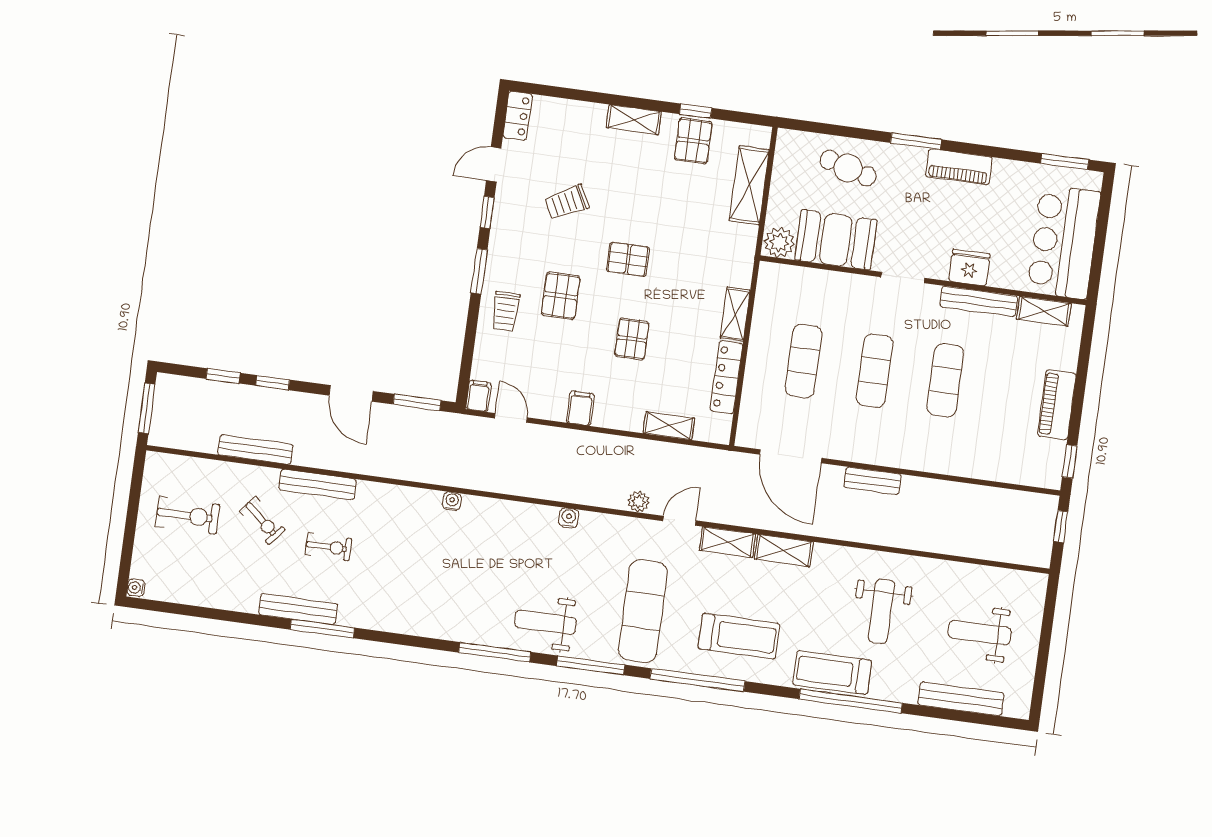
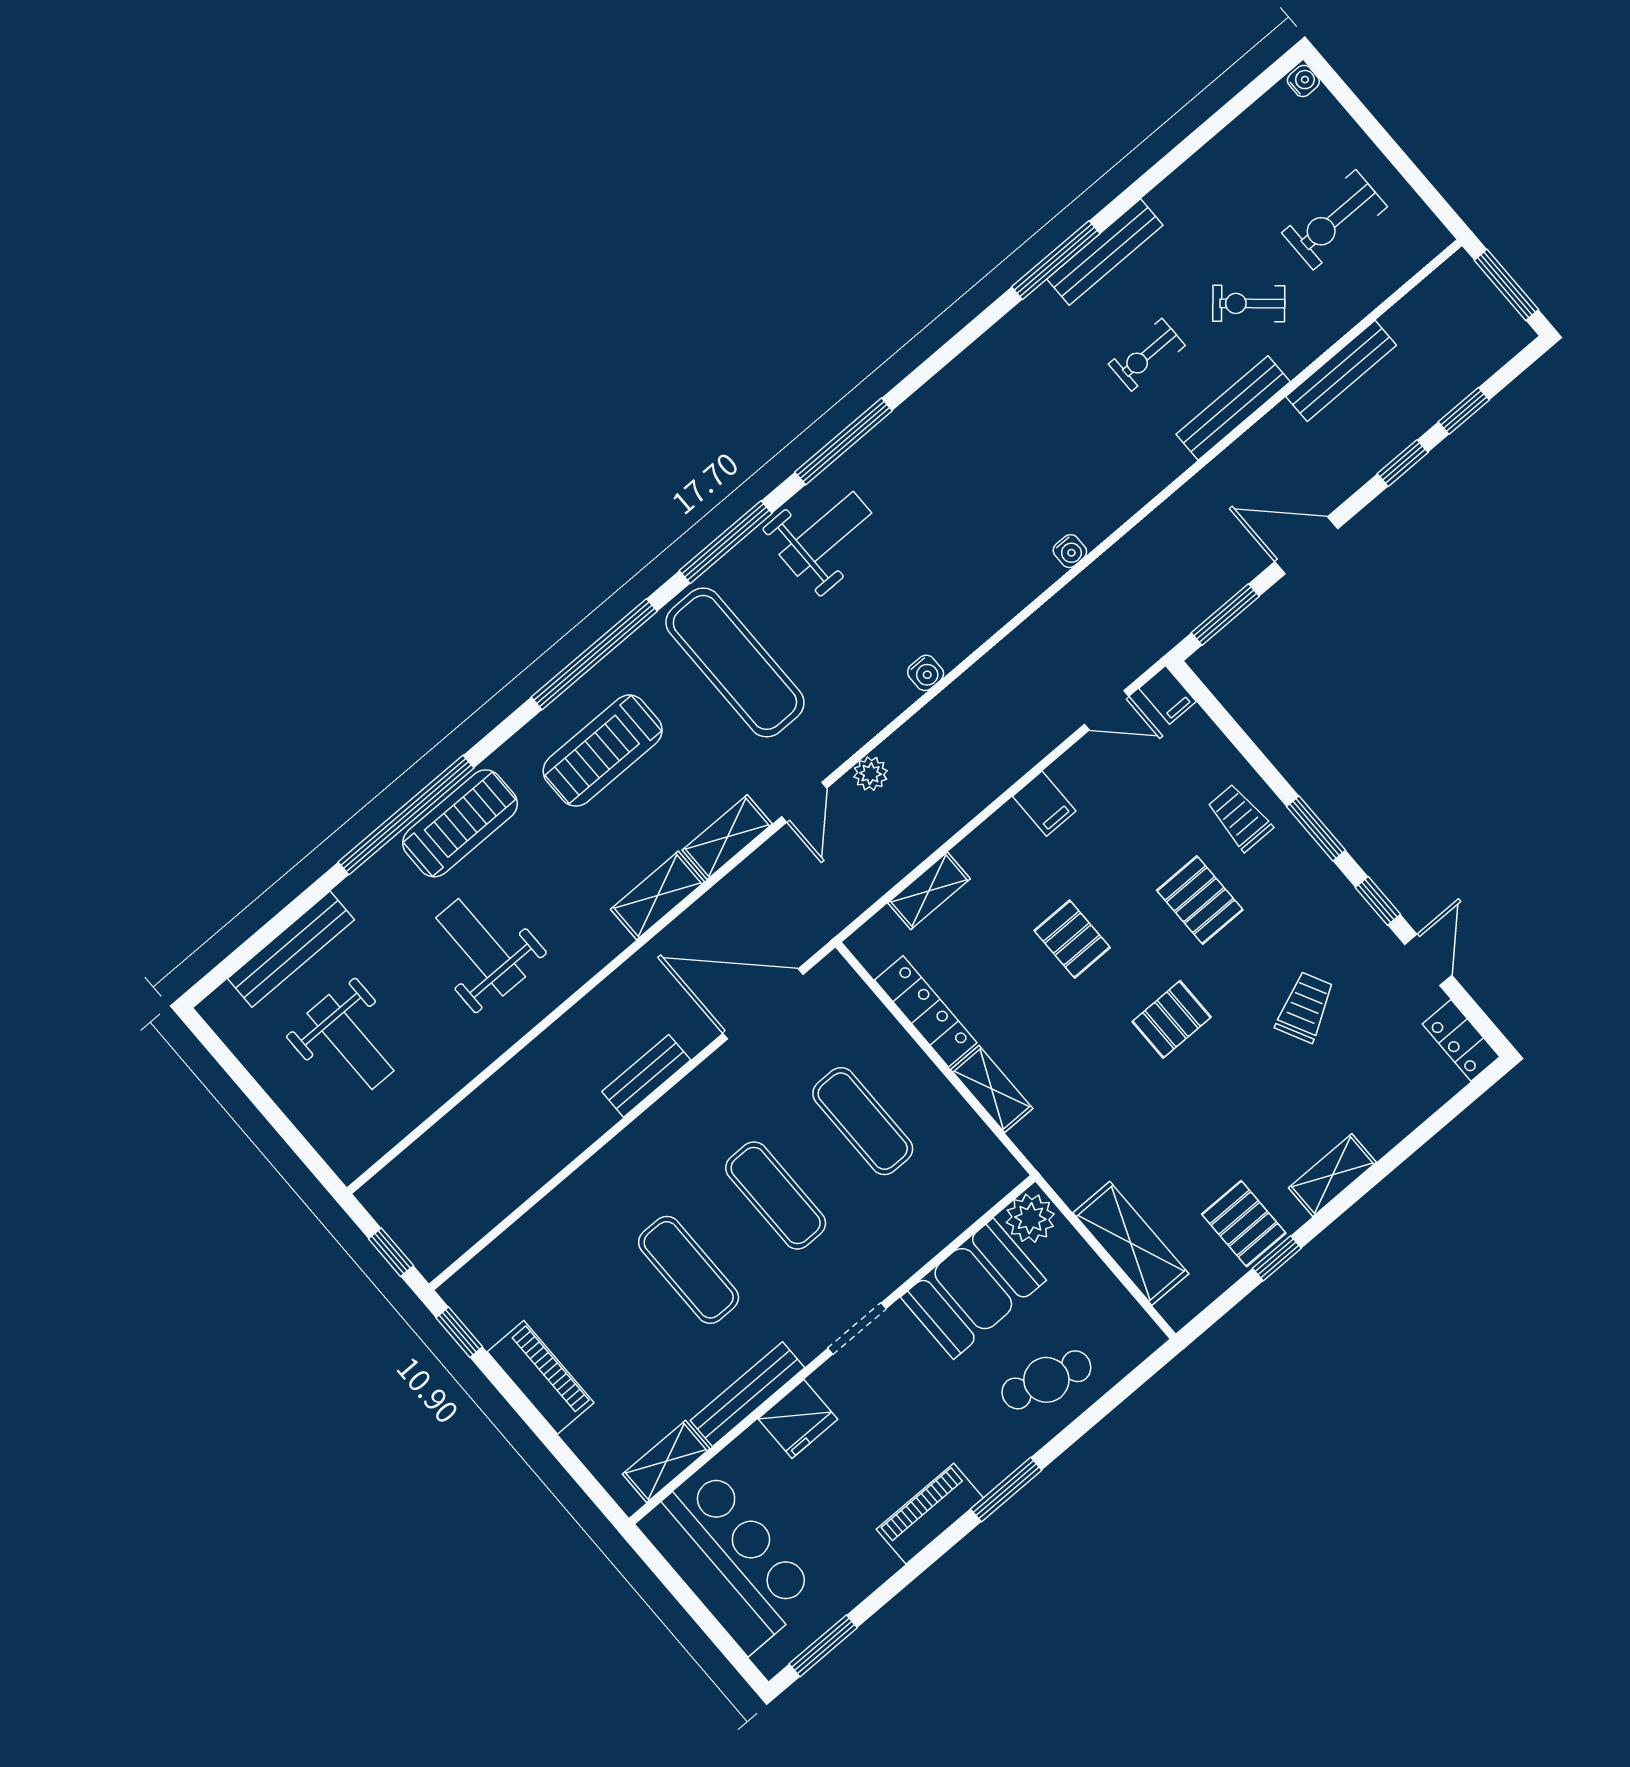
weight bench: (979, 633) -> (351, 1042), turned 90

